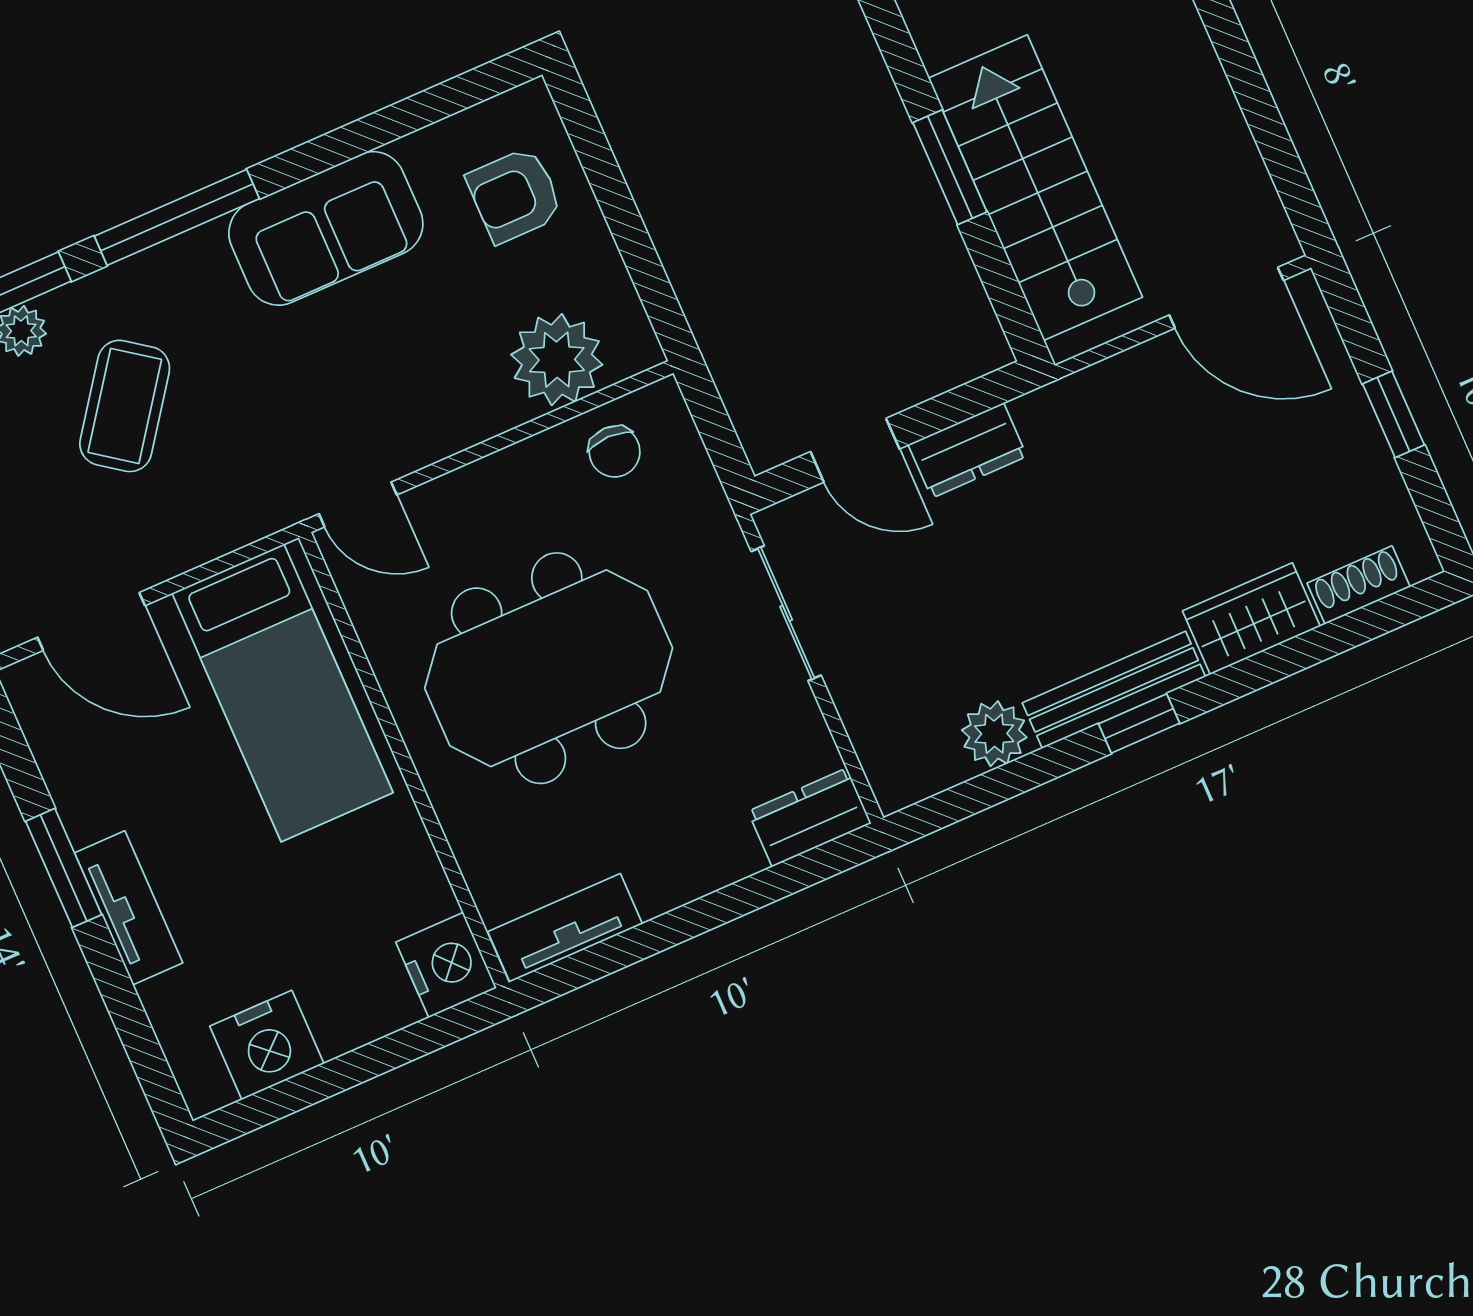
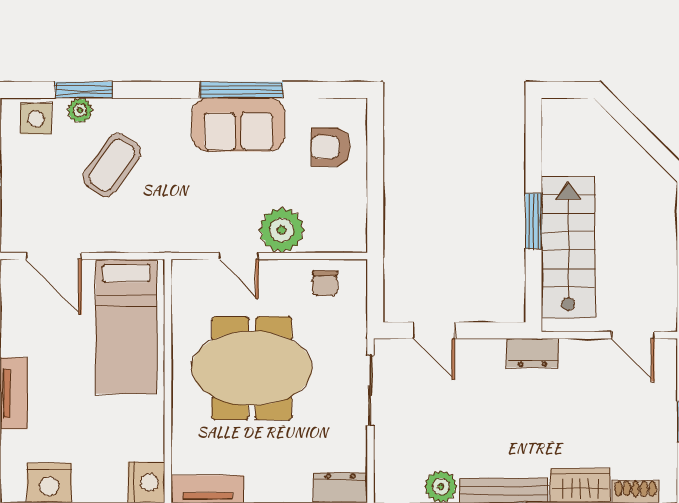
window: (177, 217) -> (242, 90), moved
door: (1226, 298) -> (633, 335), width x0.73
plant: (557, 360) -> (282, 230), moved
dresser: (968, 450) -> (532, 353), moved
door: (358, 504) -> (239, 256), moved

